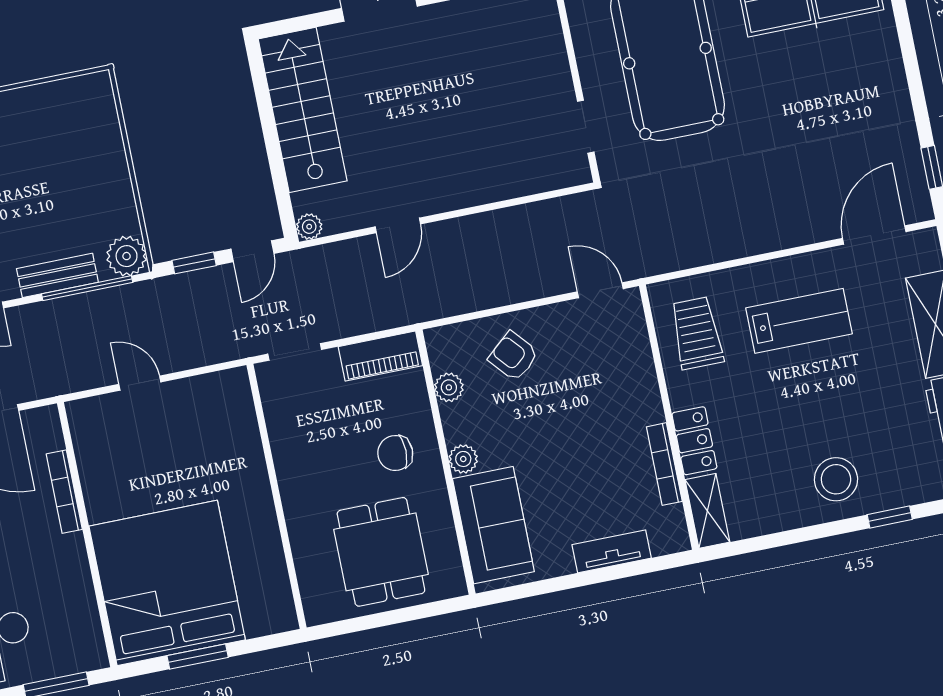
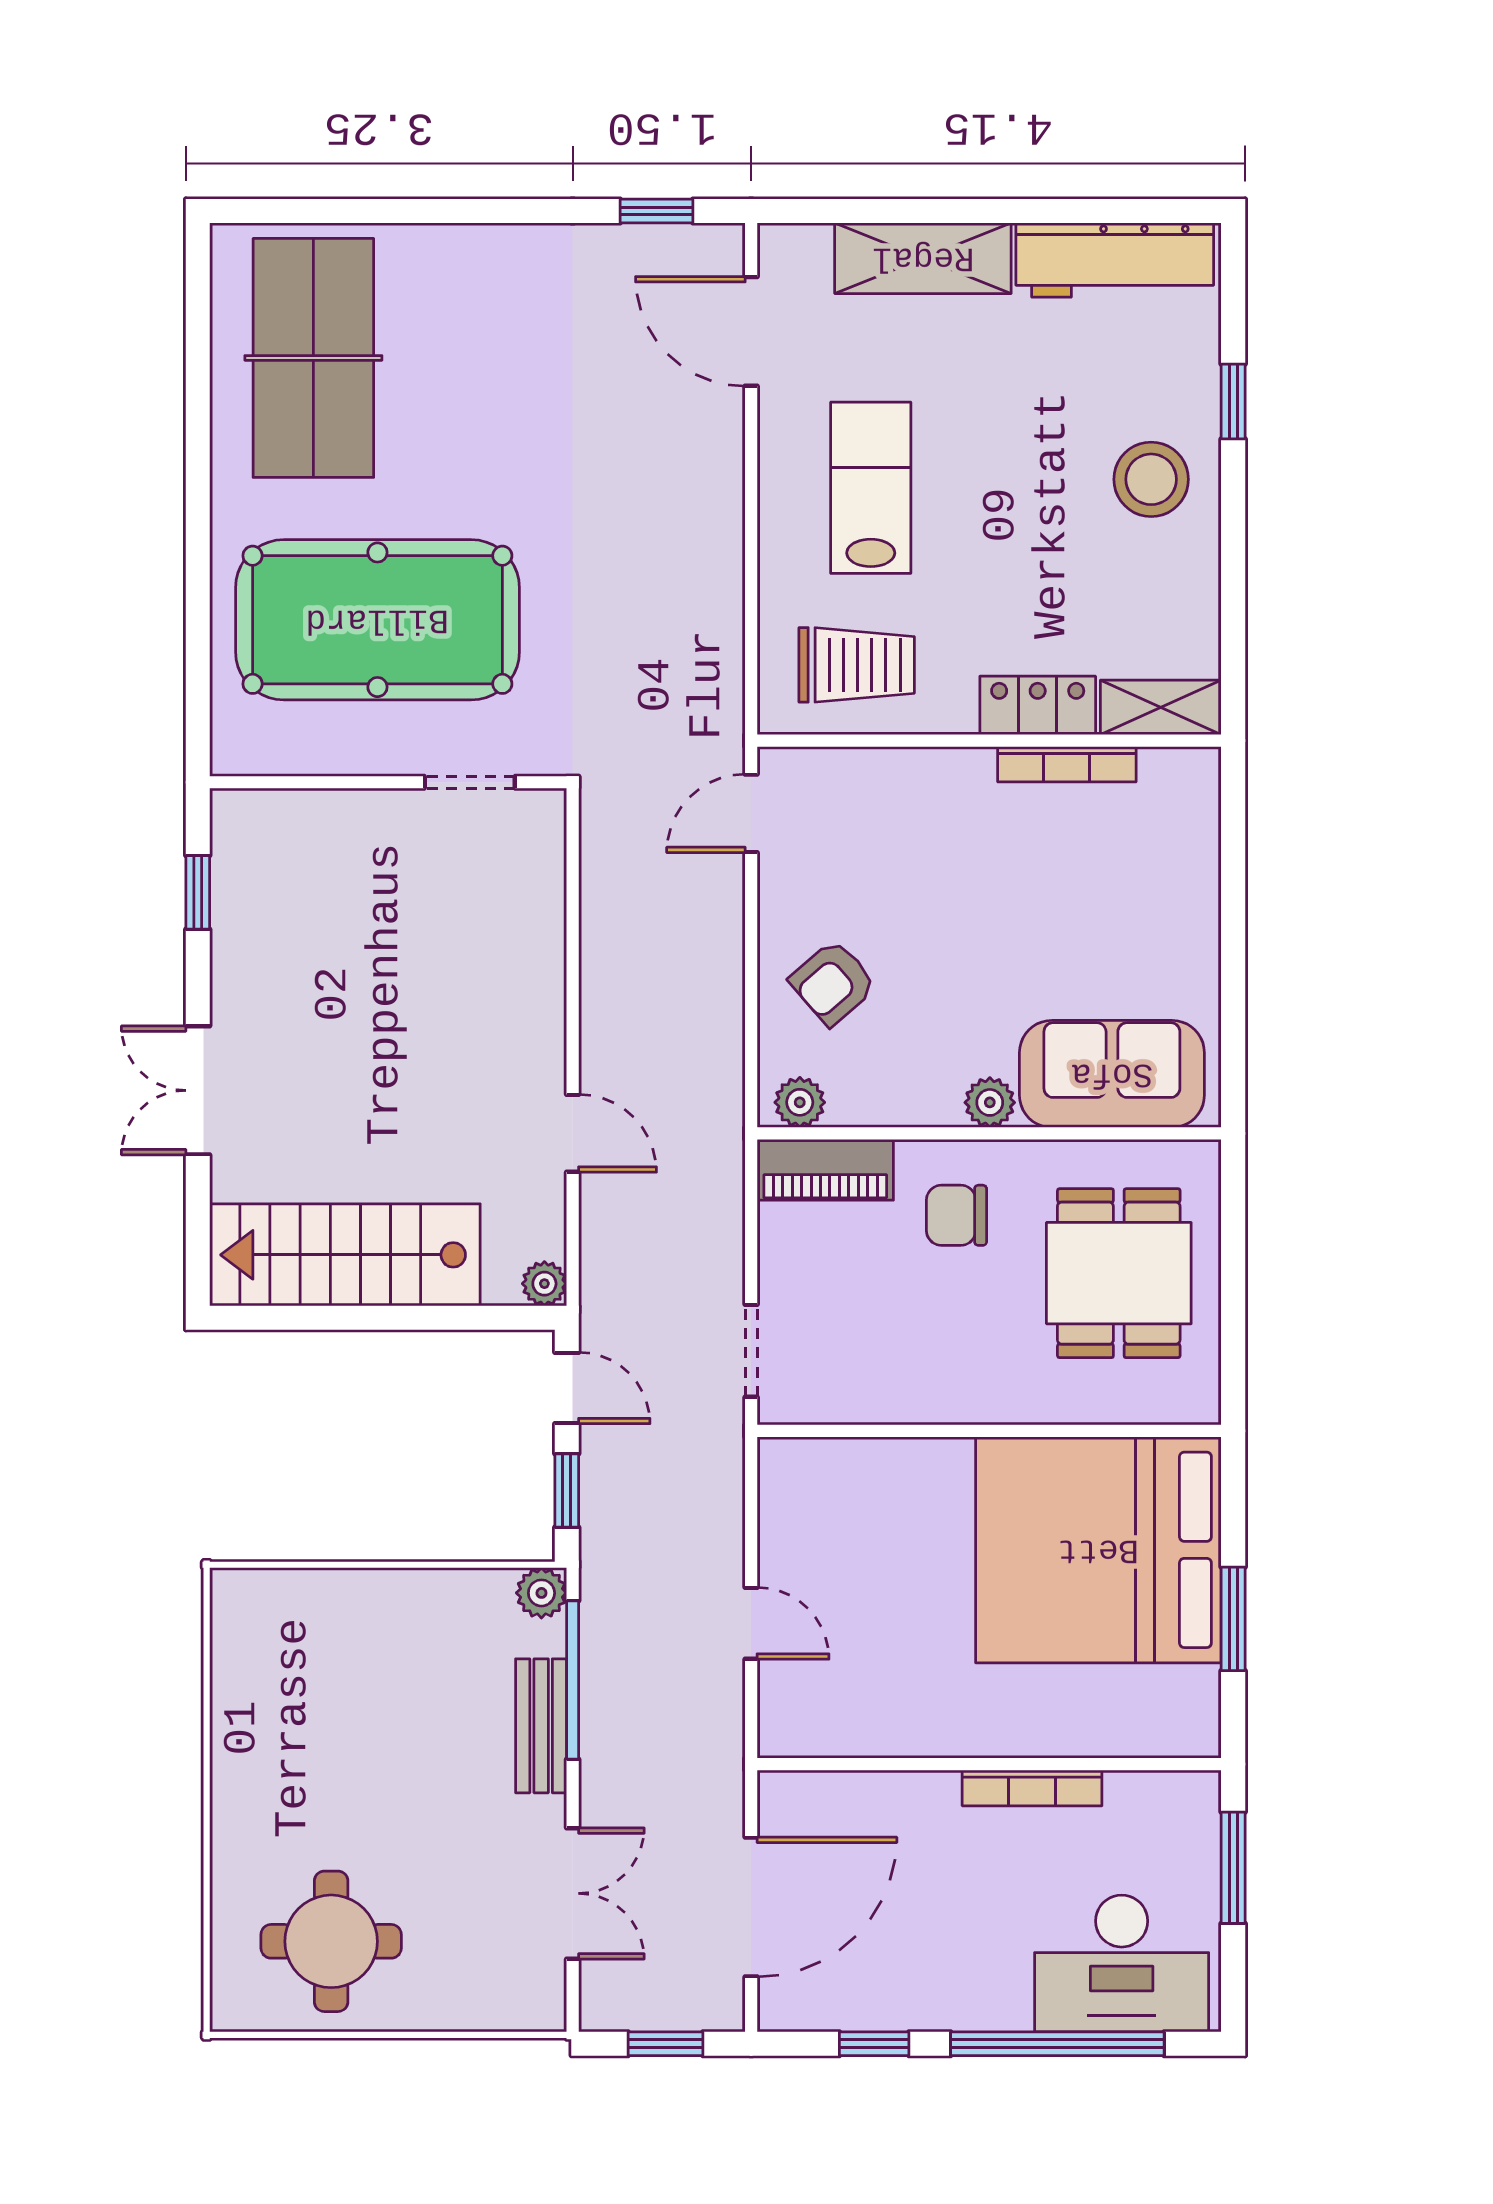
plant: (127, 256) -> (541, 1593), width x0.73, depth x0.73
trolley: (697, 333) -> (857, 665), turned 180
piano: (380, 356) -> (825, 1170), moved, turned 90
door: (140, 383) -> (751, 1623), swing flipped
plant: (449, 387) -> (800, 1102), moved
chair: (395, 453) -> (957, 1215), turned 90
bookcase: (64, 492) -> (1032, 1788), moved
tv unit: (612, 551) -> (1196, 883), removed
dining table: (381, 552) -> (1119, 1273), turned 90
bed: (167, 583) -> (1098, 1550), moved

